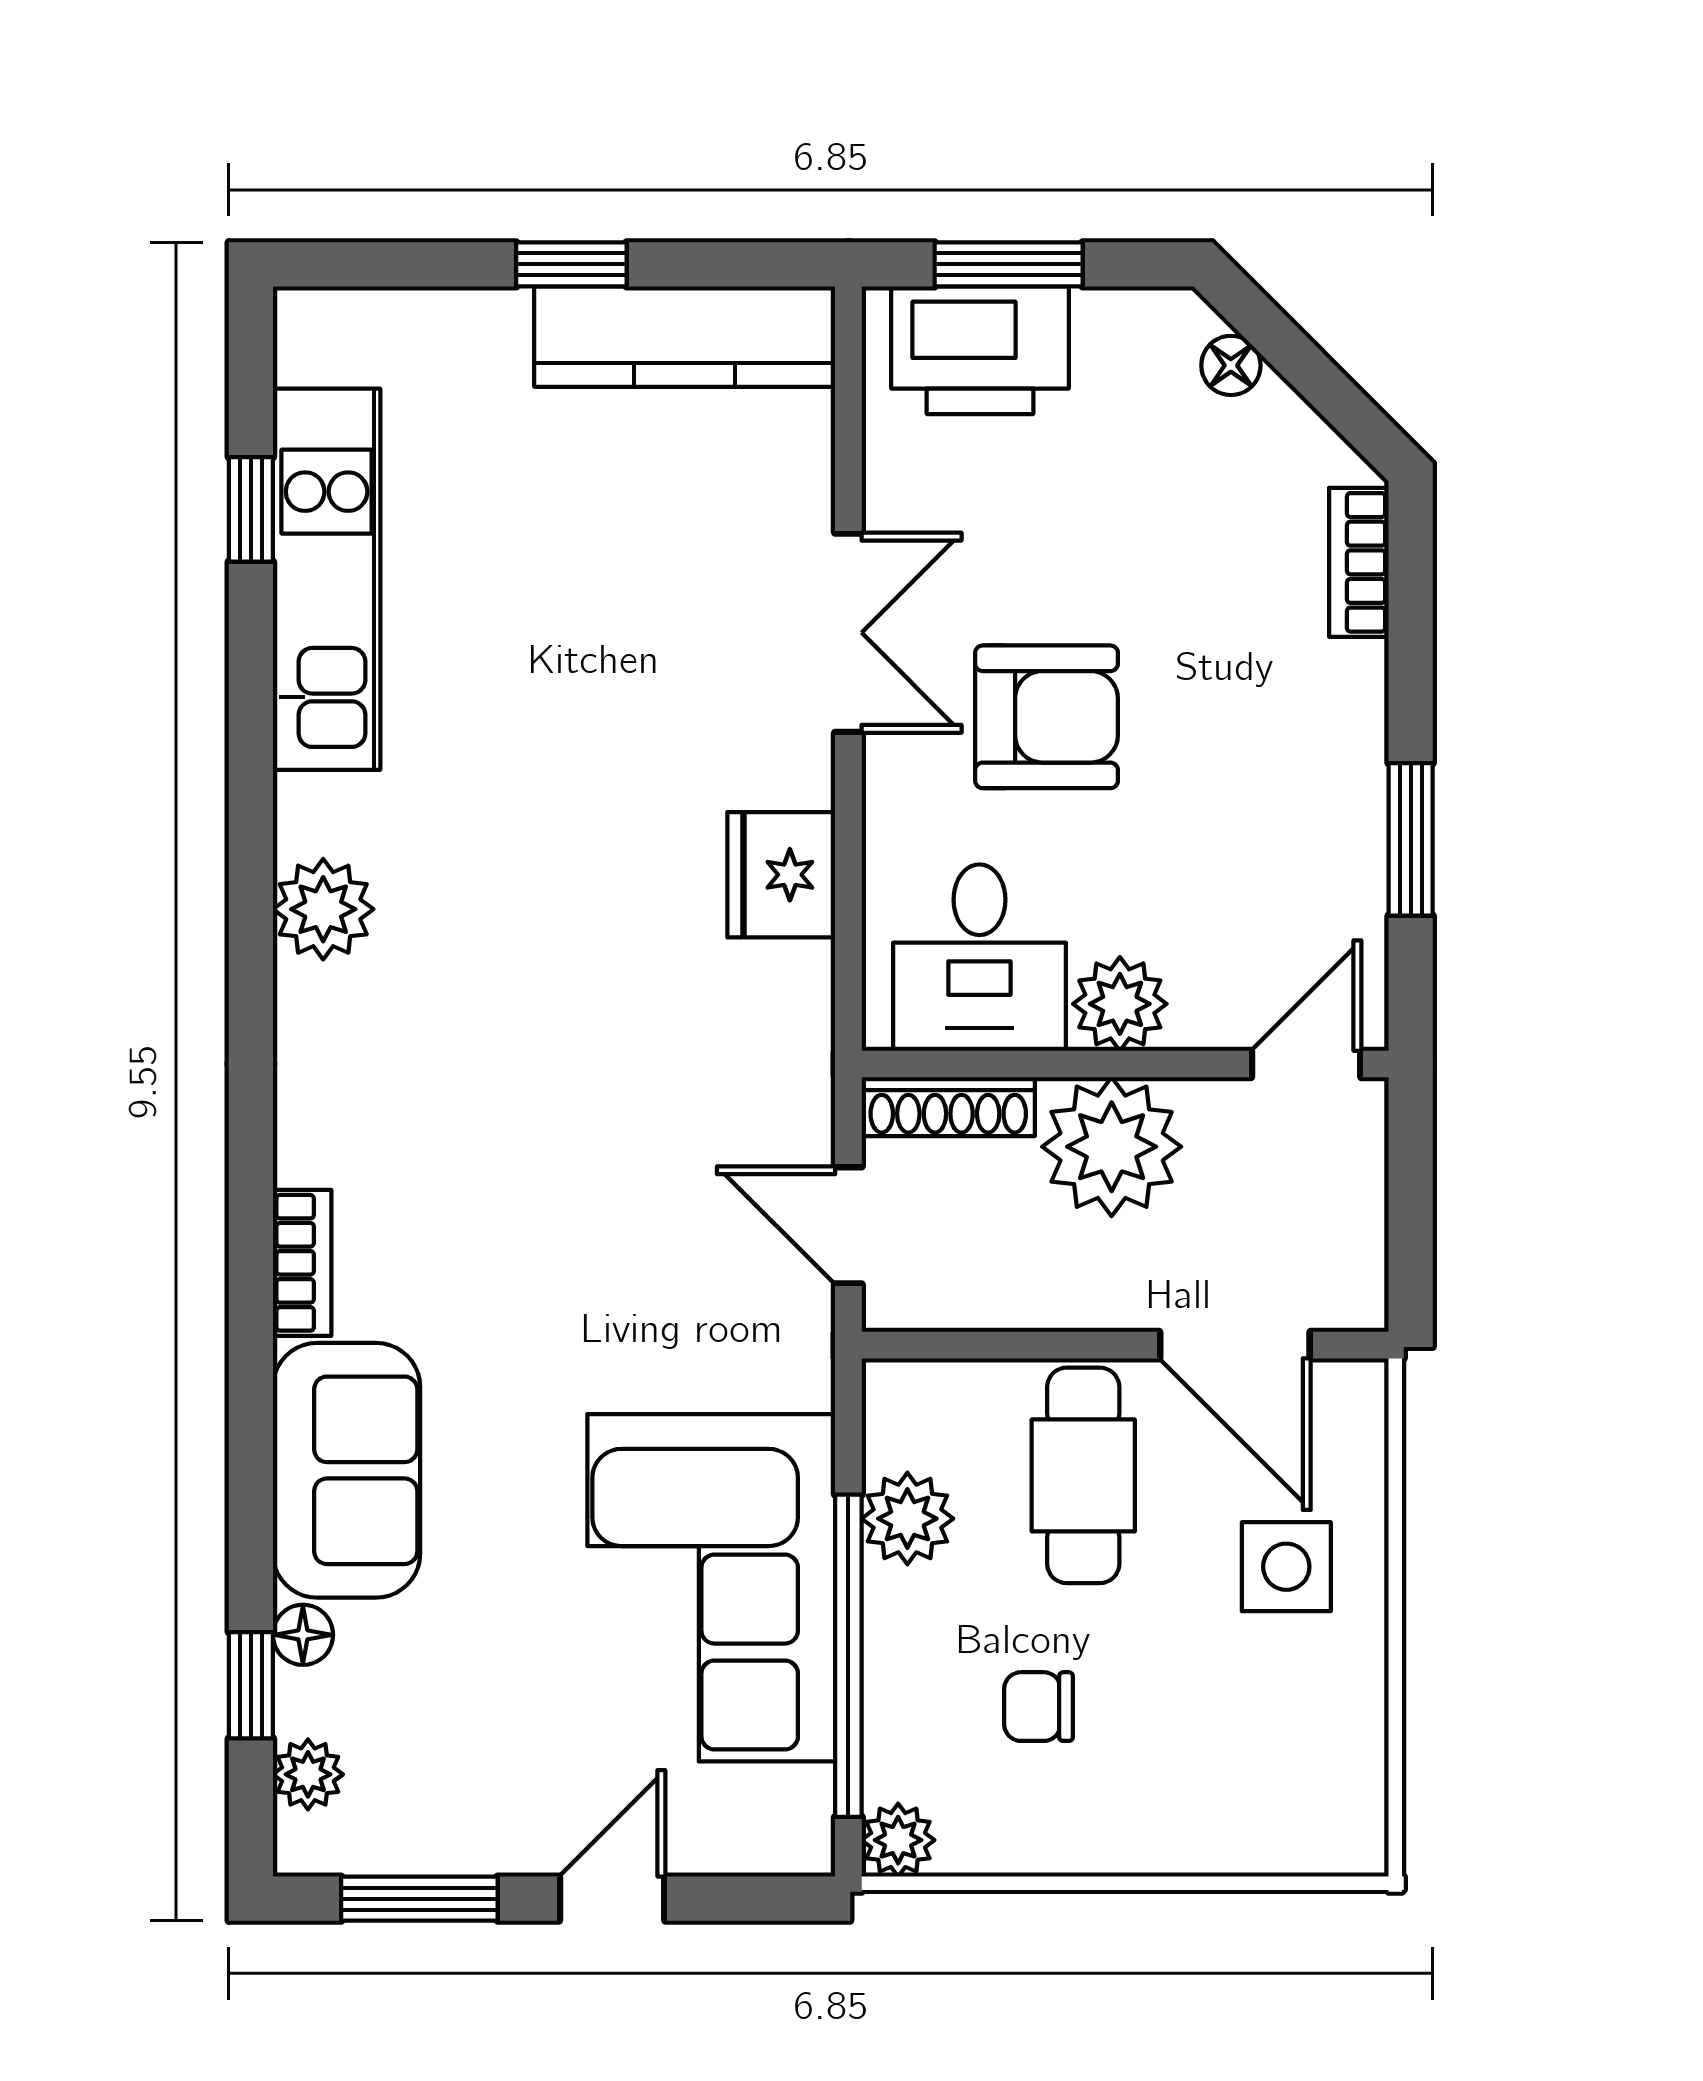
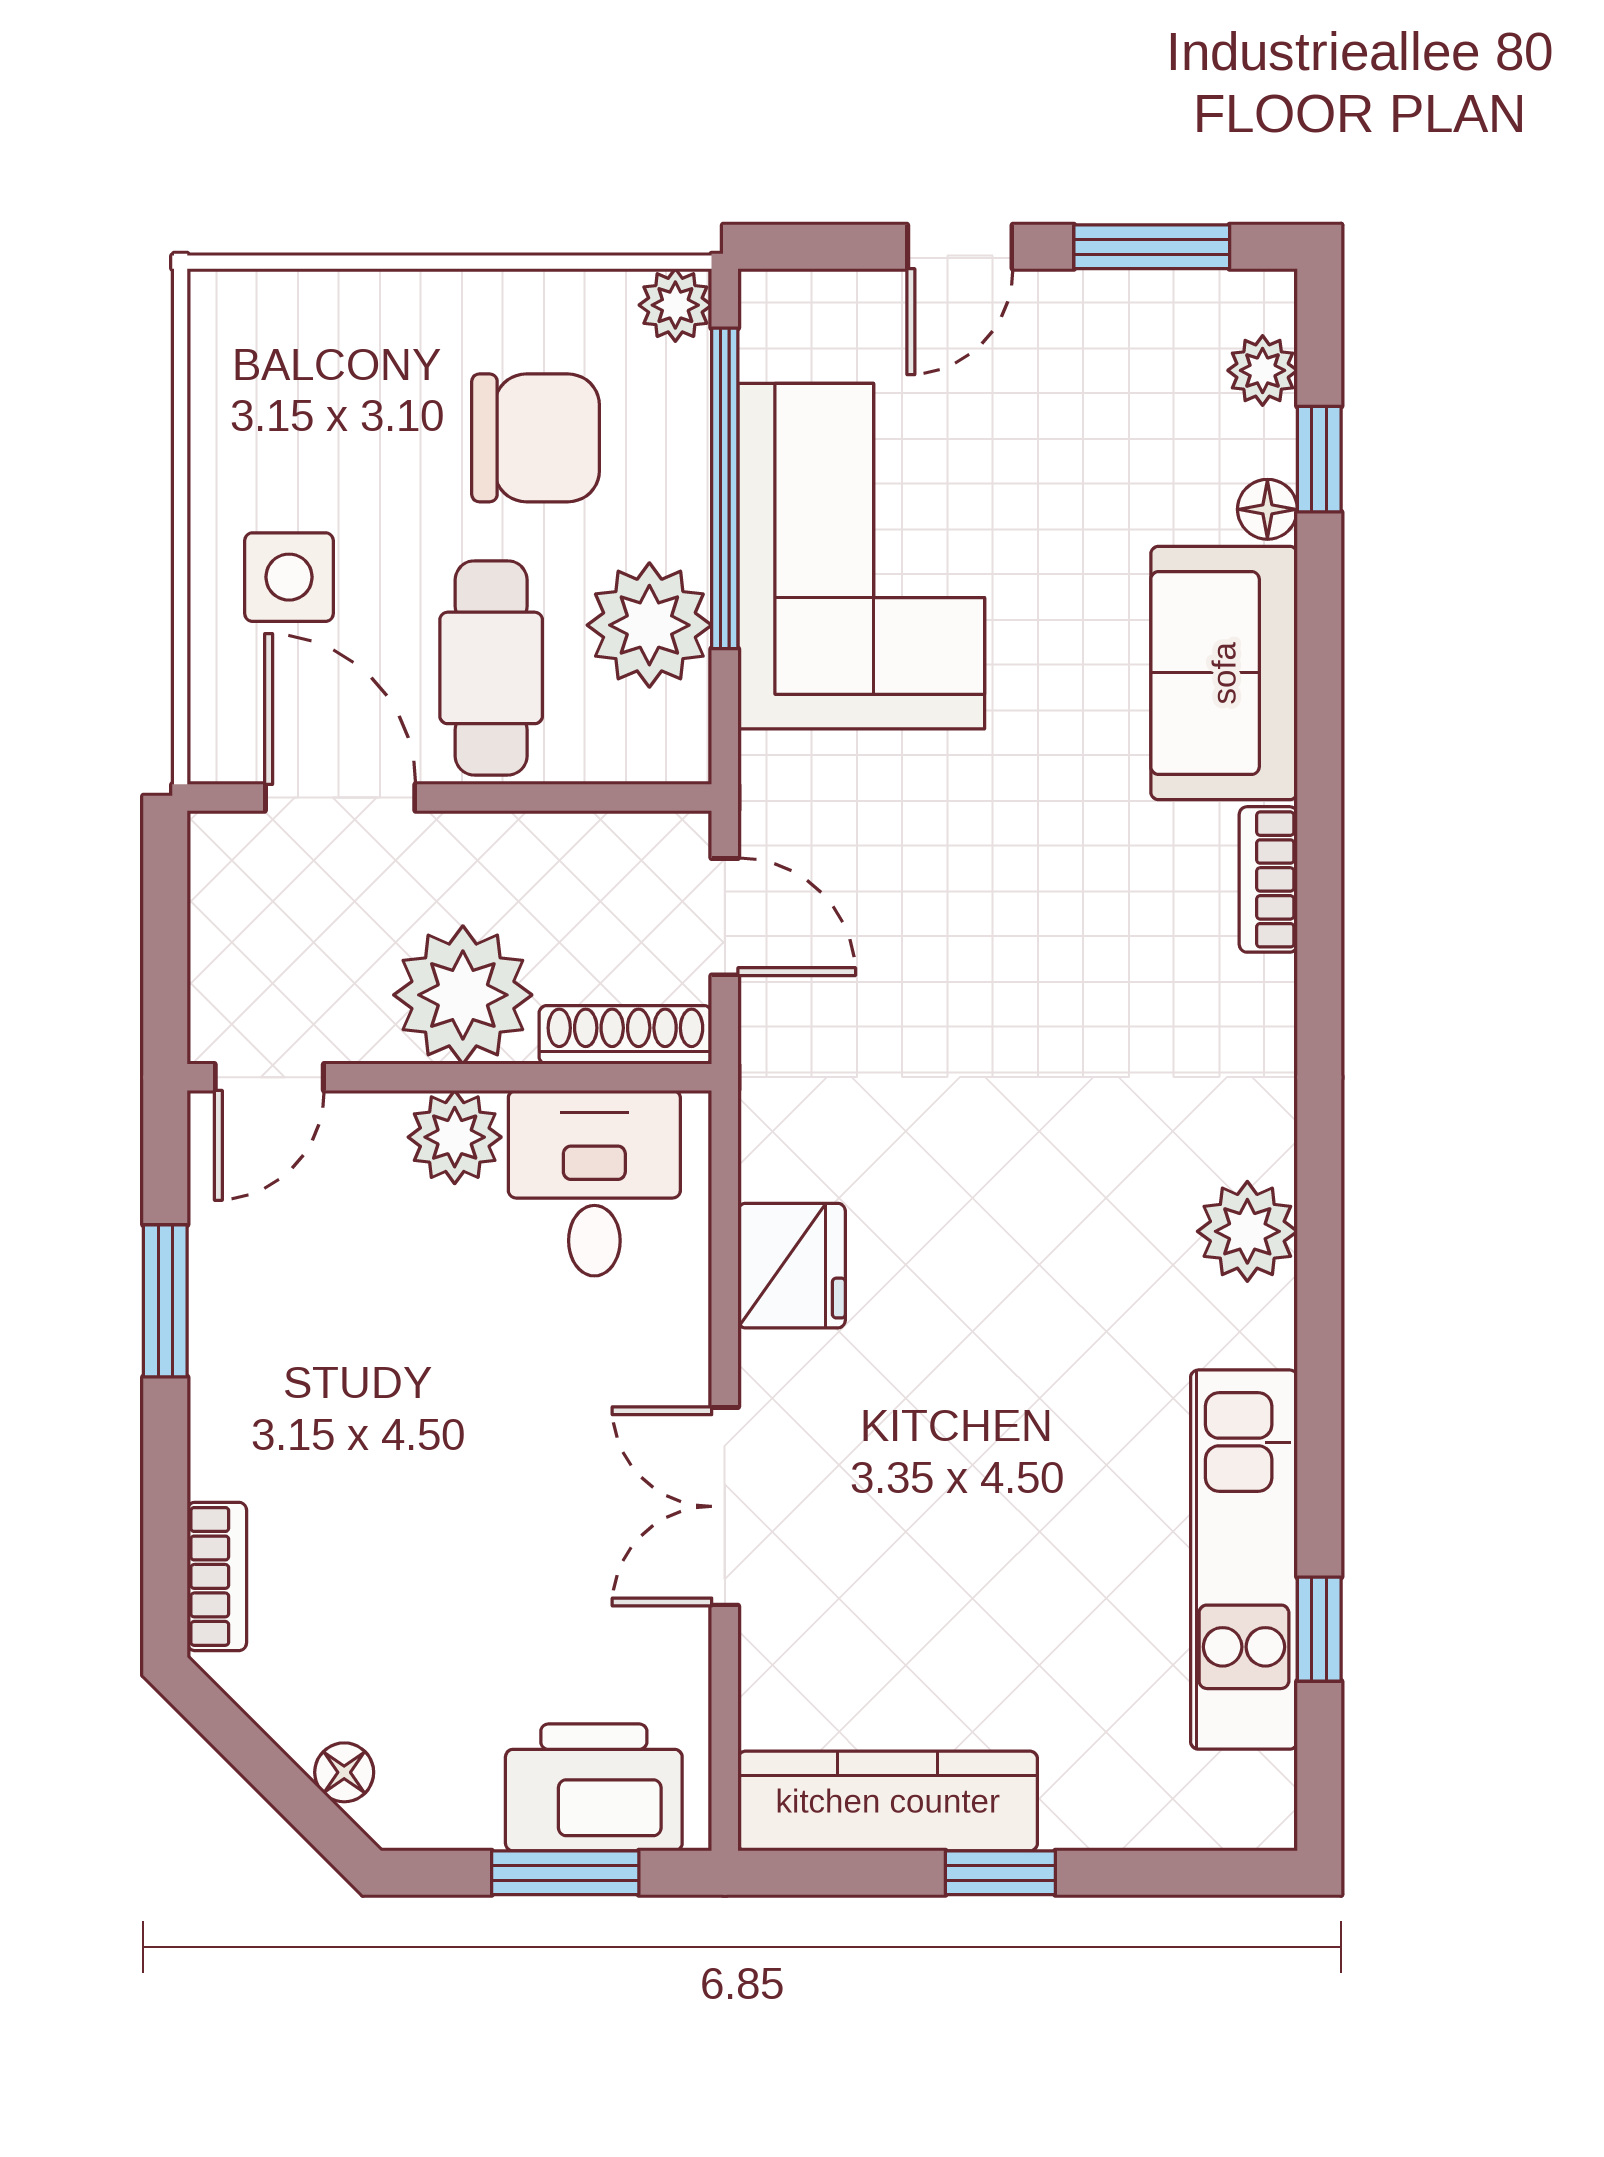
armchair: (1047, 717) -> (528, 1423), removed
plant: (907, 1519) -> (649, 625), width x1.36, depth x1.36
chair: (1039, 1707) -> (536, 438), width x1.87, depth x1.87

